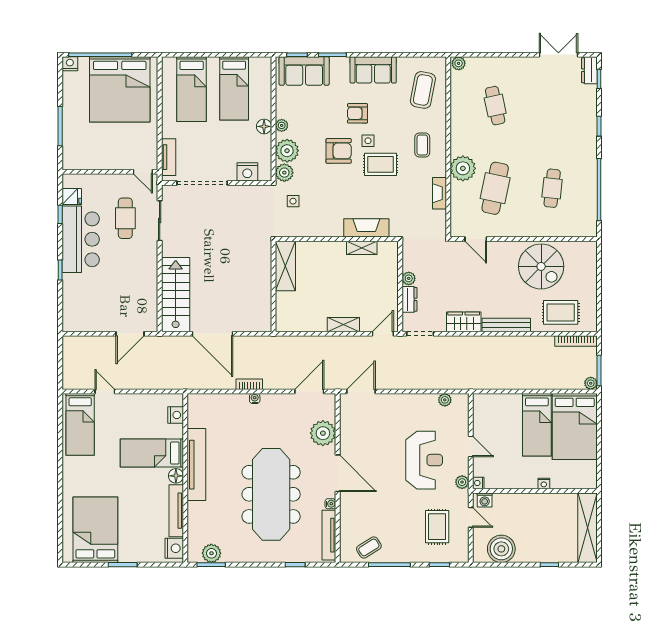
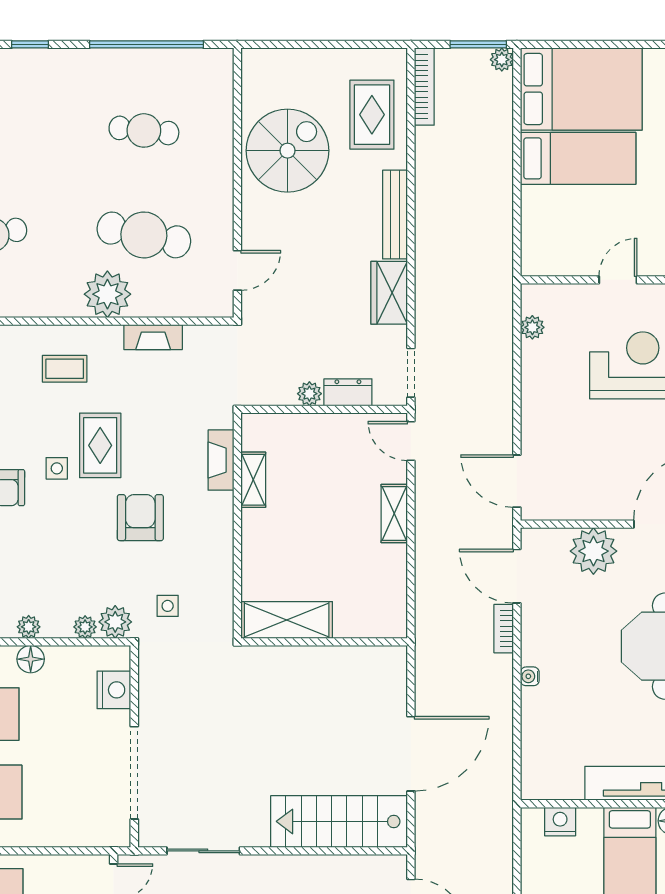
plant: (287, 151) -> (85, 627), width x0.53, depth x0.53
armchair: (339, 151) -> (140, 518), moved
tv unit: (169, 157) -> (87, 834), removed
fireplace: (366, 228) -> (221, 460), width x0.73, depth x0.76
bookcase: (249, 384) -> (504, 629), moved

